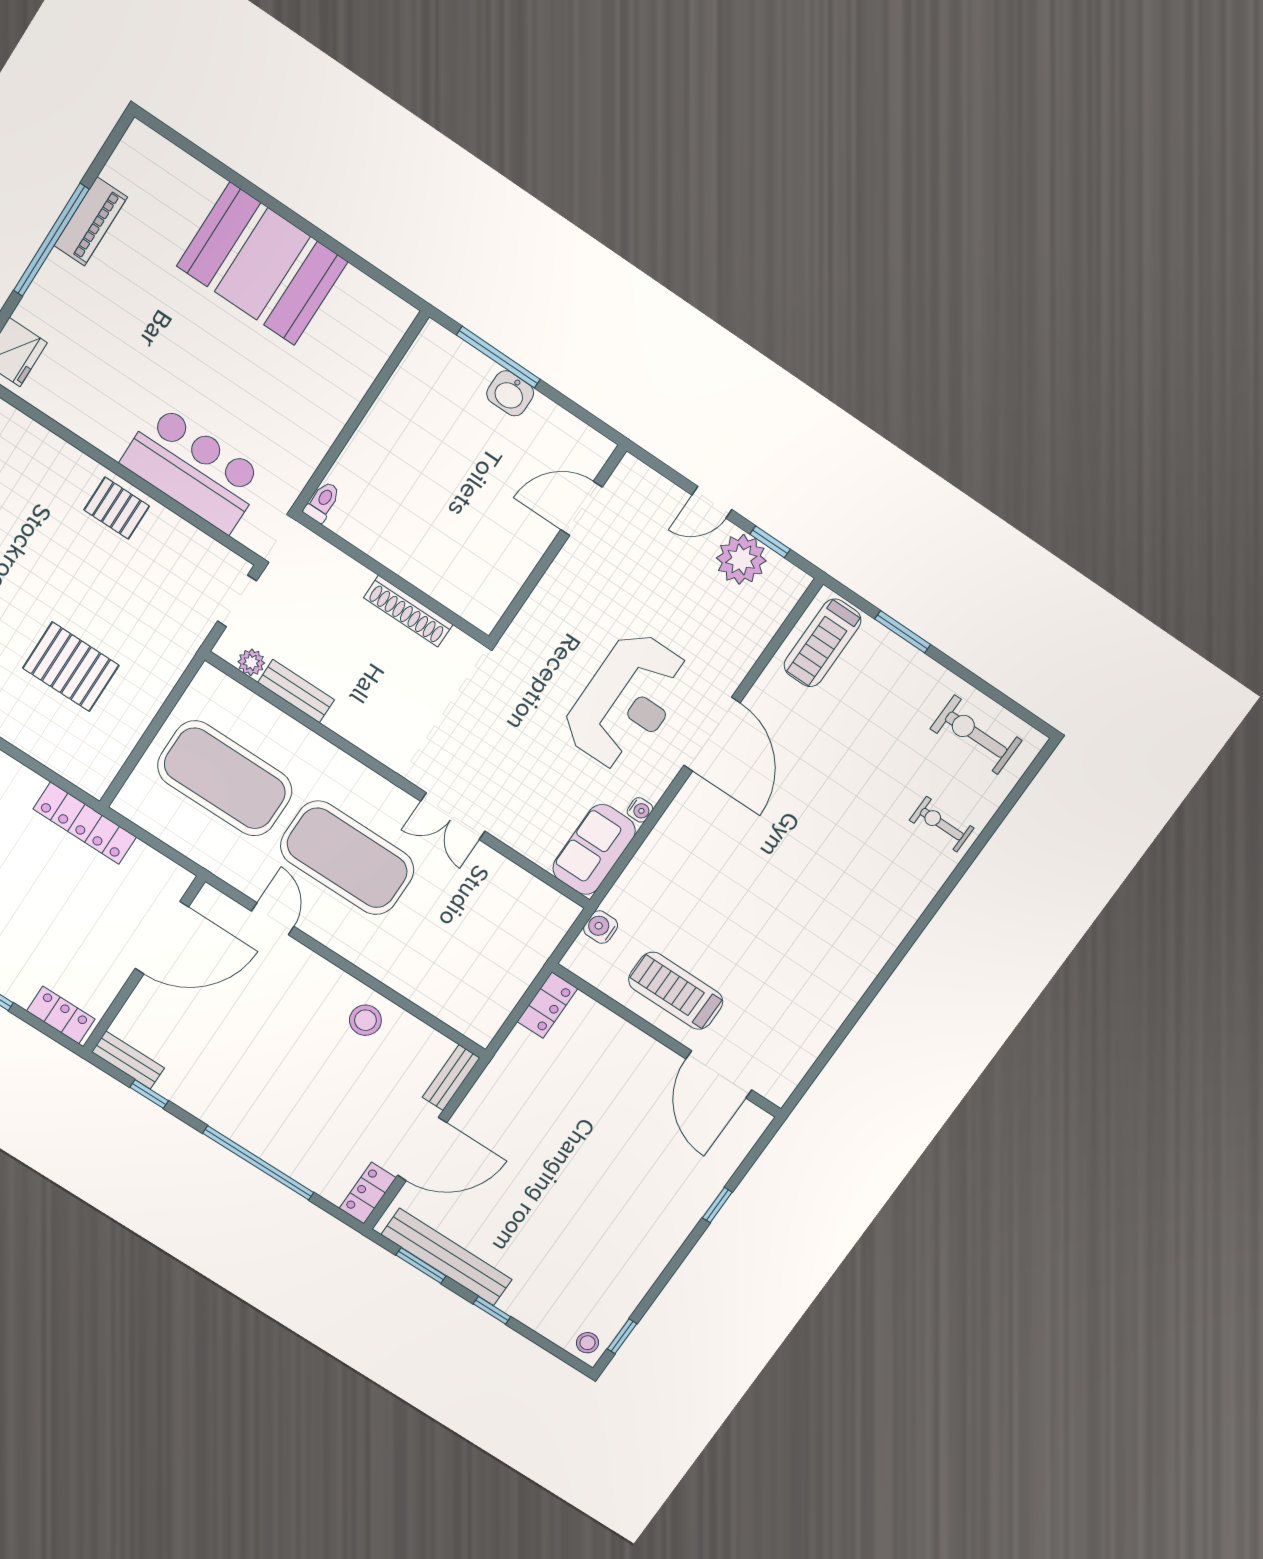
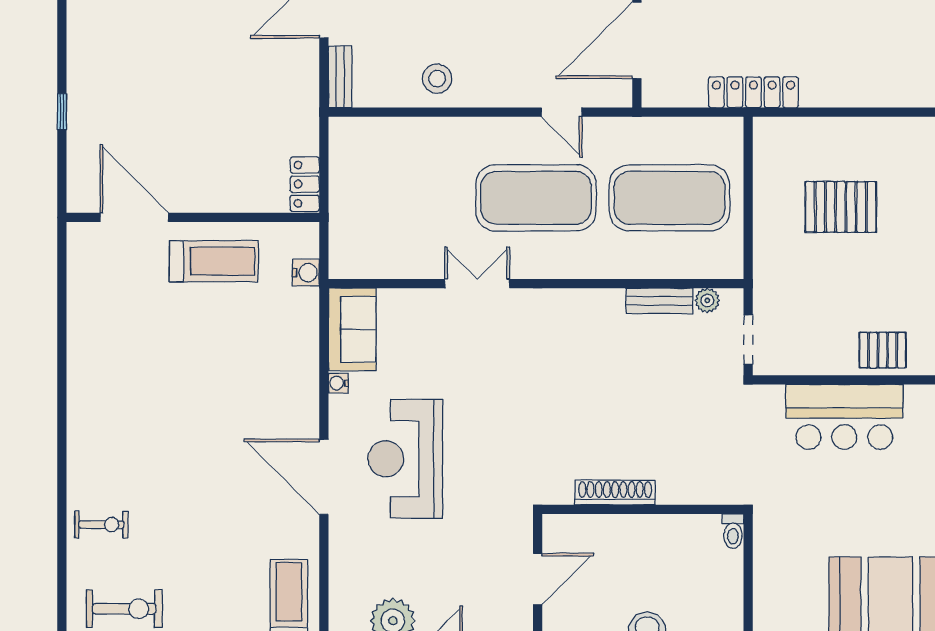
toilet: (322, 502) -> (733, 531), moved
wall: (393, 578) -> (643, 509), moved
shoe rack: (408, 611) -> (615, 492), moved

